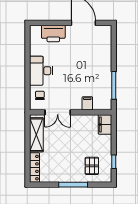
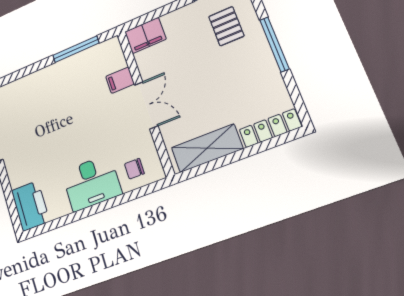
printer: (53, 33) -> (30, 206), moved
double door: (58, 112) -> (146, 105), moved
pallet: (92, 166) -> (226, 26), turned 90

